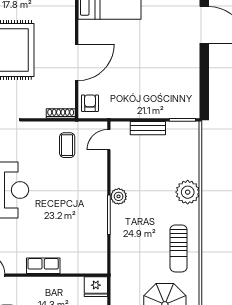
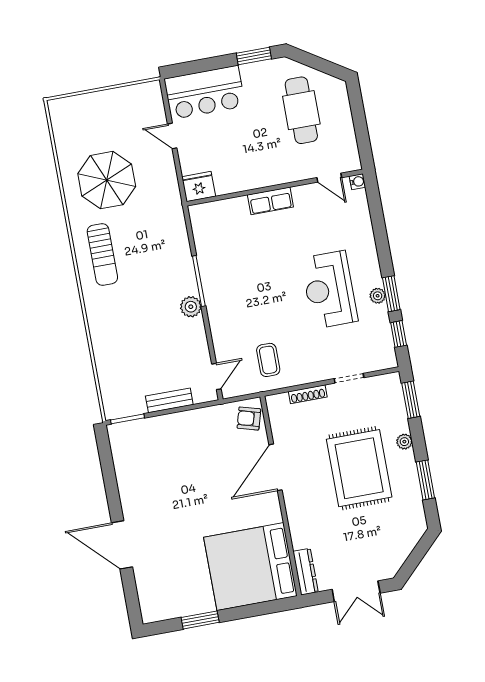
armchair: (90, 103) -> (249, 419), turned 106
shoe rack: (61, 113) -> (308, 394), moved
plant: (188, 192) -> (104, 328), removed
sun lounger: (178, 248) -> (102, 254), turned 180

